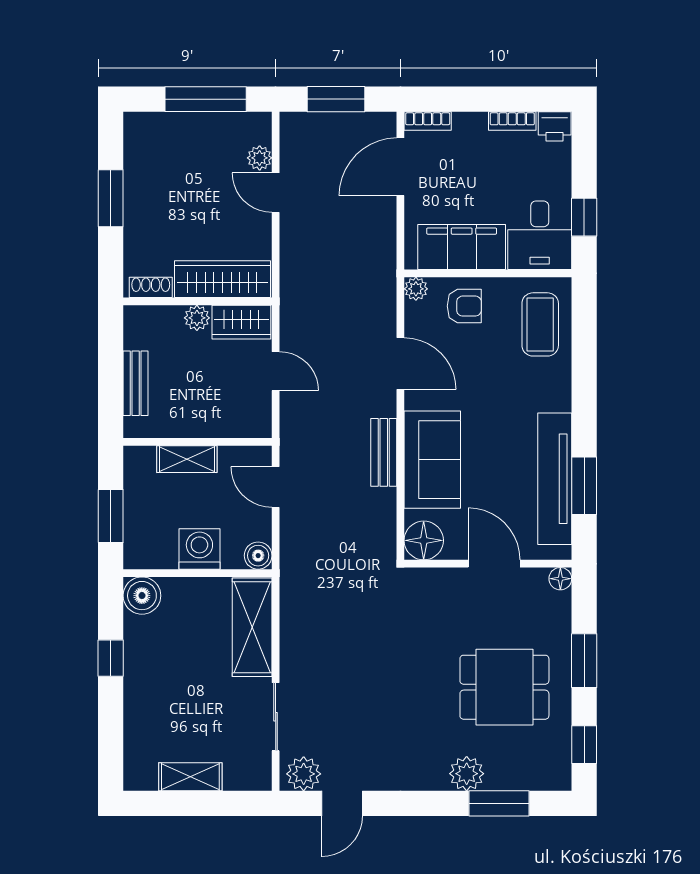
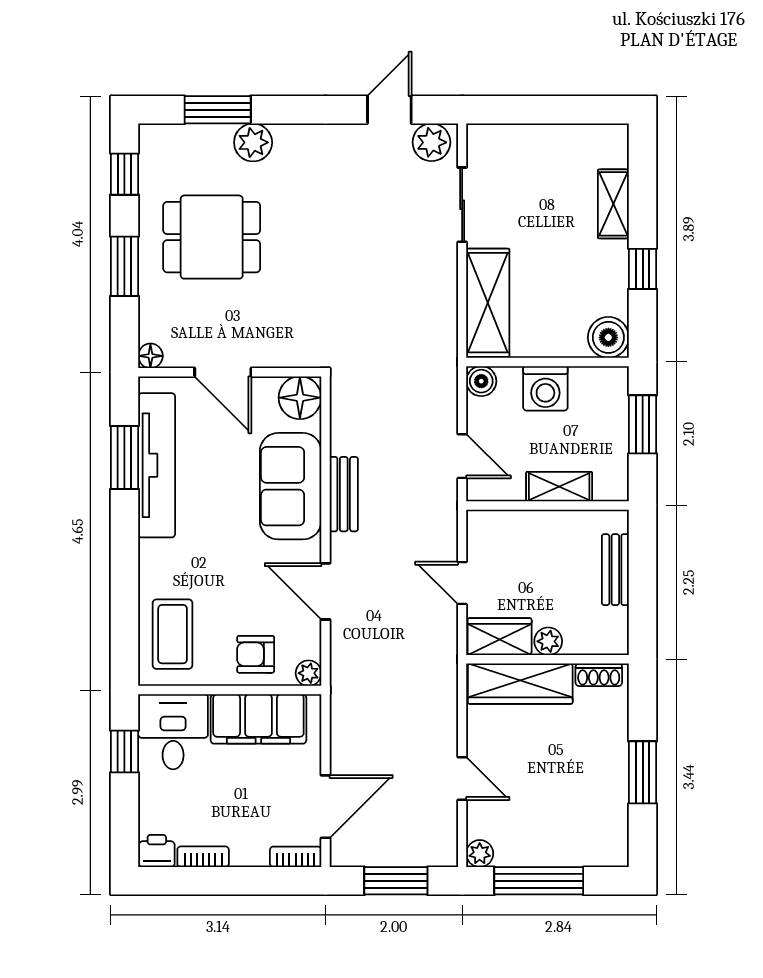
plant: (260, 158) -> (480, 854), moved
shelving: (190, 777) -> (613, 204), moved, turned 90

